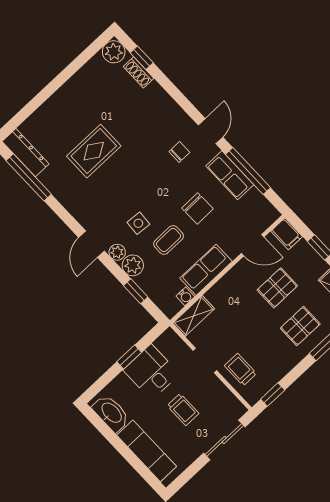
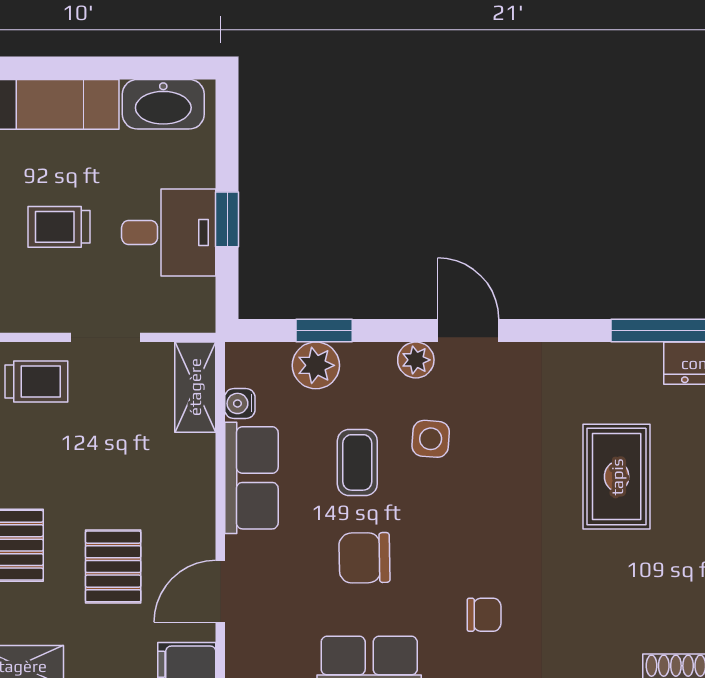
chair: (179, 152) -> (484, 615), turned -90
plant: (133, 265) -> (316, 365), moved

